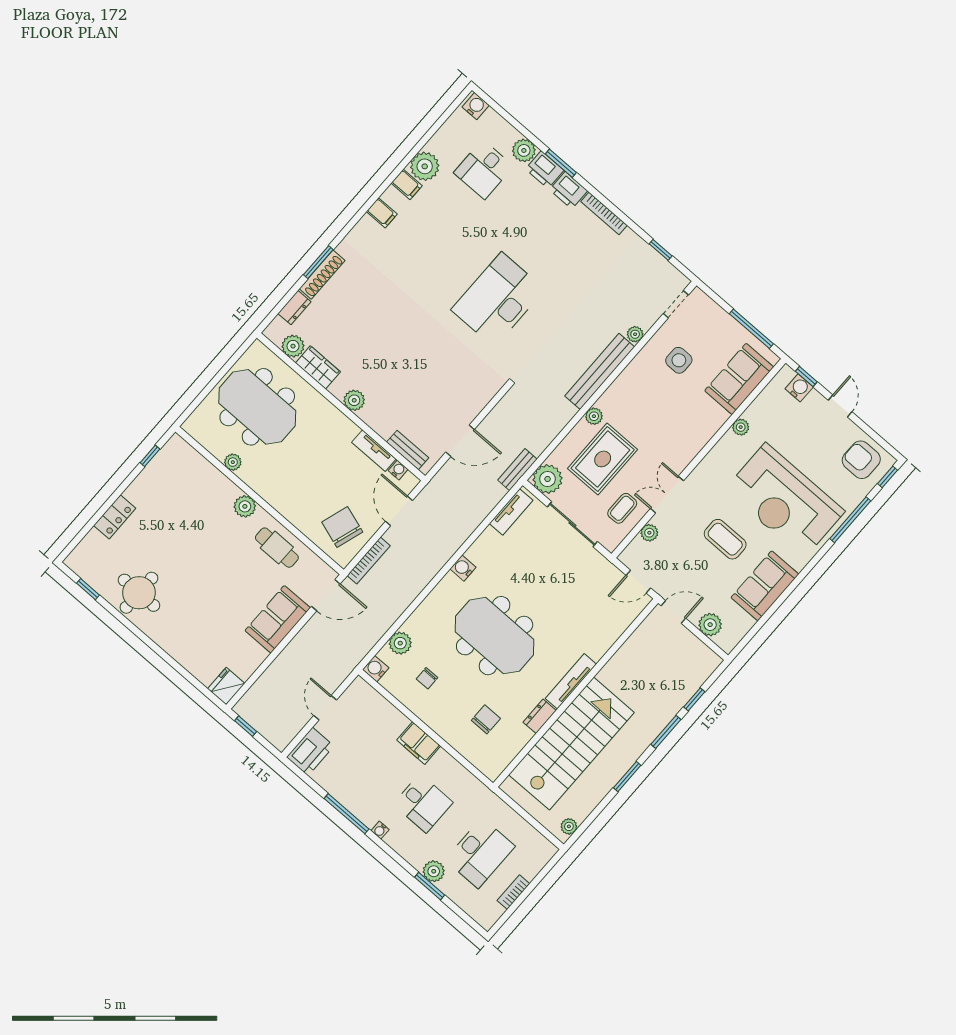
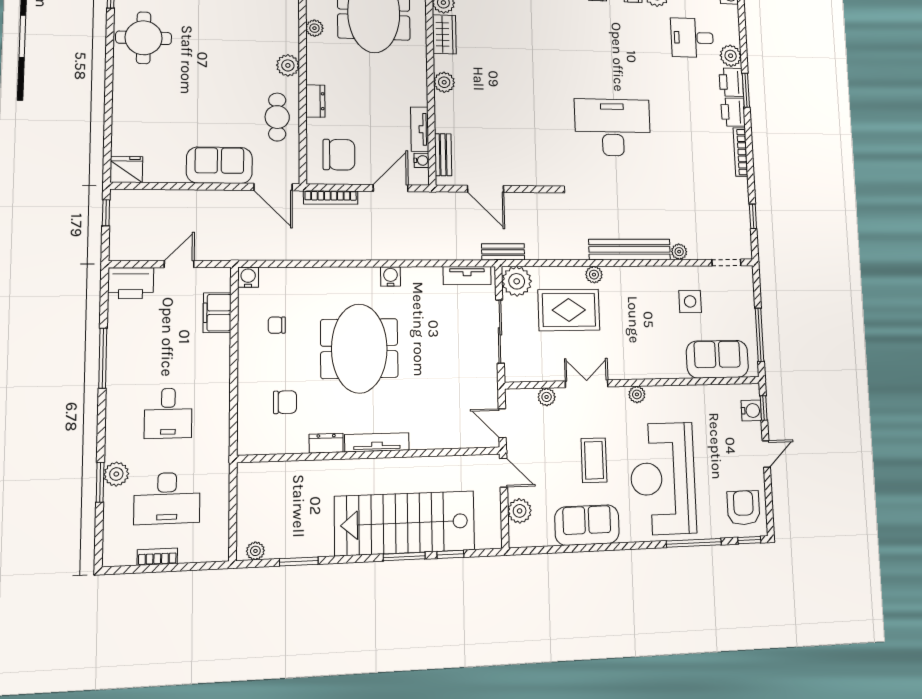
plant: (741, 427) -> (637, 394), moved
coffee table: (622, 508) -> (546, 359), removed
dresser: (288, 509) -> (315, 101), added
chair: (342, 527) -> (339, 155), turned 72
plant: (400, 643) -> (286, 279), removed
filing cabinet: (419, 743) -> (217, 313), moved
stairs: (571, 744) -> (405, 523), moved, turned 180
window: (627, 776) -> (299, 562), moved
water cooler: (380, 830) -> (113, 398), removed

